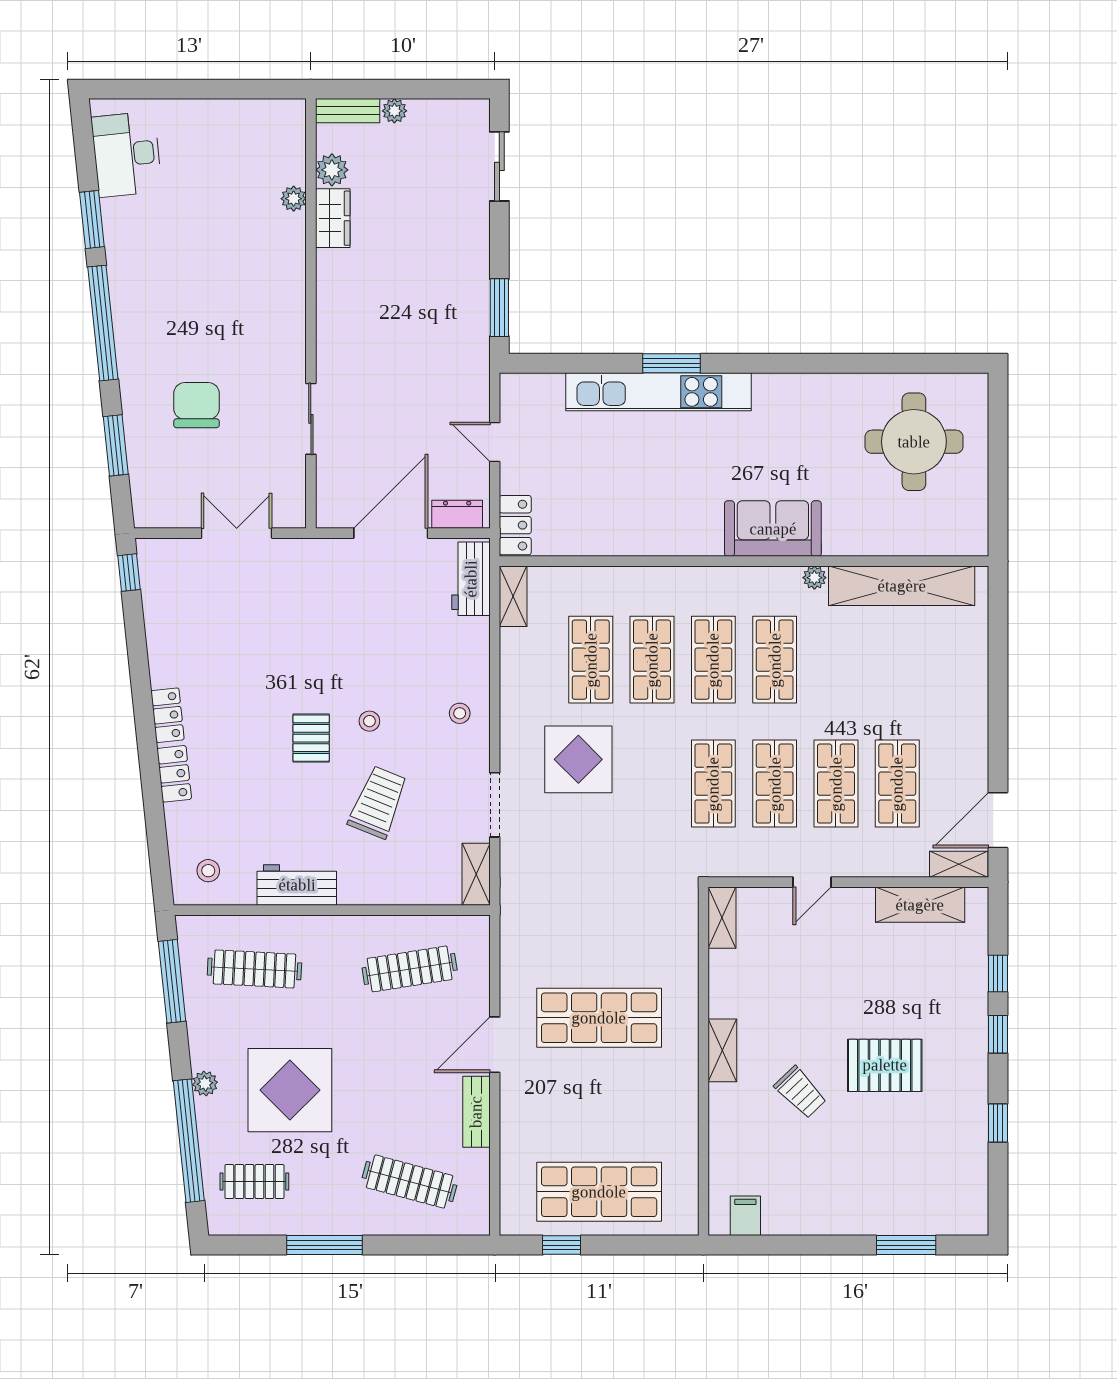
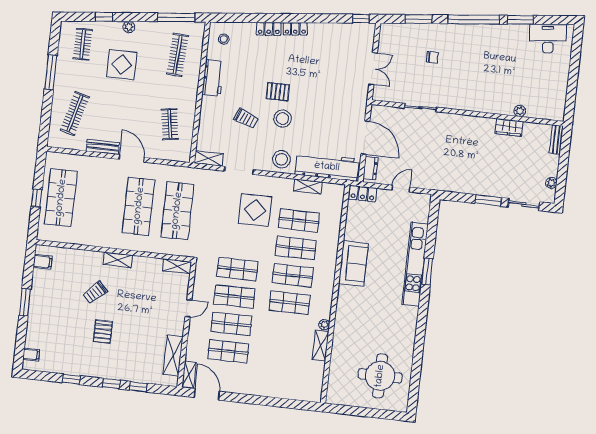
plant: (394, 111) -> (551, 183), moved
plant: (332, 170) -> (531, 129), removed
window: (499, 308) -> (488, 200), moved
chair: (197, 405) -> (432, 57), width x0.54, depth x0.54
sofa: (773, 529) -> (353, 264), moved
workbench: (471, 579) -> (327, 167), width x1.88, depth x1.32
shelving: (902, 586) -> (321, 346), width x0.45, depth x0.75
shelving: (513, 596) -> (308, 186), moved
stool: (460, 713) -> (281, 159), width x1.89, depth x1.89
stool: (369, 721) -> (283, 119), width x1.89, depth x1.89
trolley: (378, 802) -> (246, 118), width x0.73, depth x0.72
door: (812, 882) -> (188, 308), swing flipped
shop shelf: (599, 931) -> (177, 211), added
clothes rail: (410, 969) -> (170, 124), width x0.73
pallet: (885, 1065) -> (103, 332), width x0.67, depth x0.71
display table: (290, 1090) -> (122, 65), width x0.73, depth x0.73
window: (189, 1141) -> (104, 17), width x0.32
filing cabinet: (953, 1218) -> (31, 355), added
window: (562, 1245) -> (37, 198), moved
window: (906, 1245) -> (25, 302), moved

